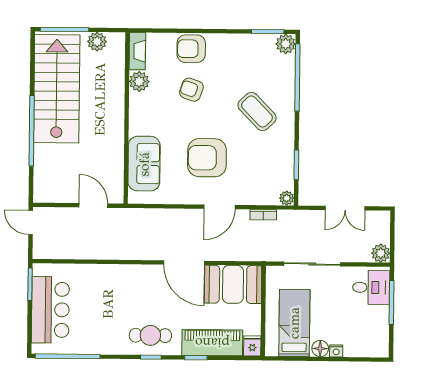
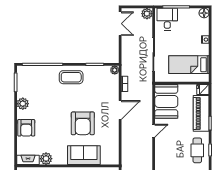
plant: (286, 44) -> (23, 104), moved
armchair: (191, 90) -> (51, 127), removed
coffee table: (257, 111) -> (71, 77), moved, turned 44
armchair: (207, 158) -> (83, 123), moved
sofa: (144, 164) -> (84, 155), moved
door: (220, 207) -> (120, 110), hinge flipped
double door: (345, 208) -> (120, 24), moved
door: (184, 263) -> (154, 131), width x0.53
floor lamp: (320, 349) -> (204, 13), moved

